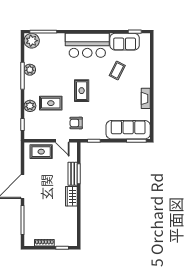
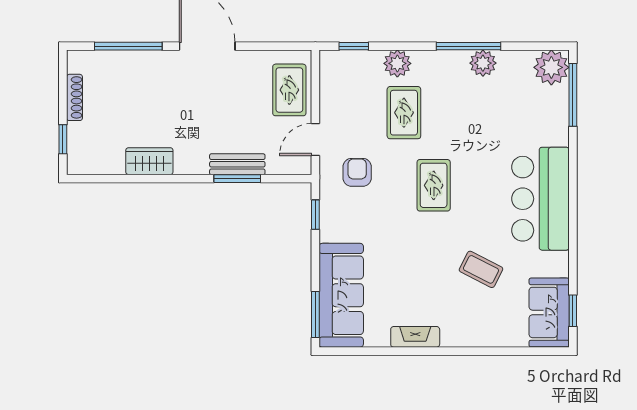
sofa: (125, 42) -> (549, 312), moved
rug: (82, 91) -> (434, 185), turned 90
wardrobe: (71, 196) -> (149, 161), moved

